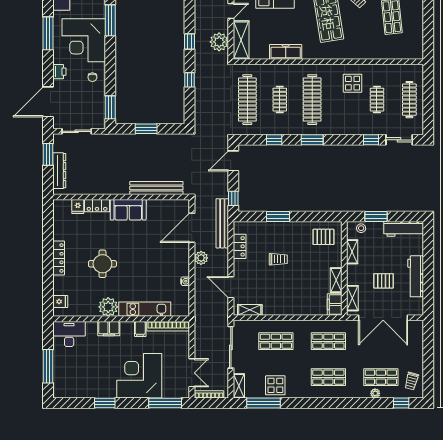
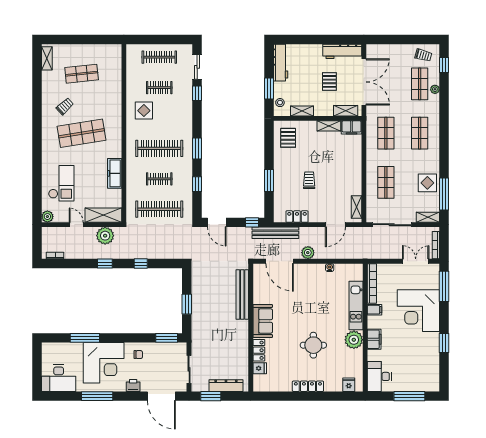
workbench: (416, 276) -> (342, 51), moved

